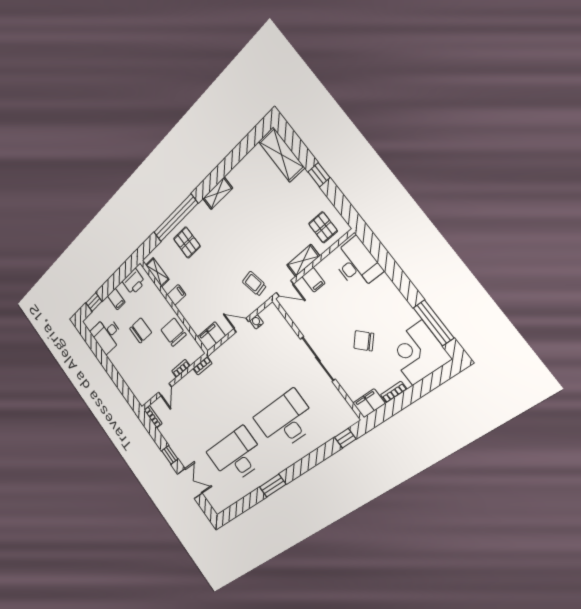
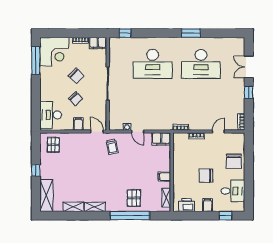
shelving: (303, 261) -> (73, 207), moved
chair: (342, 310) -> (76, 99), added
chair: (174, 332) -> (234, 161), moved

